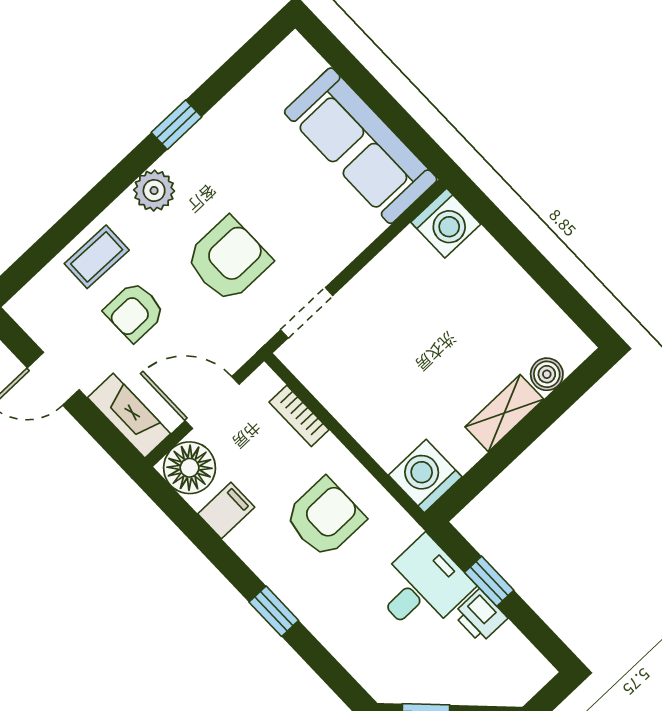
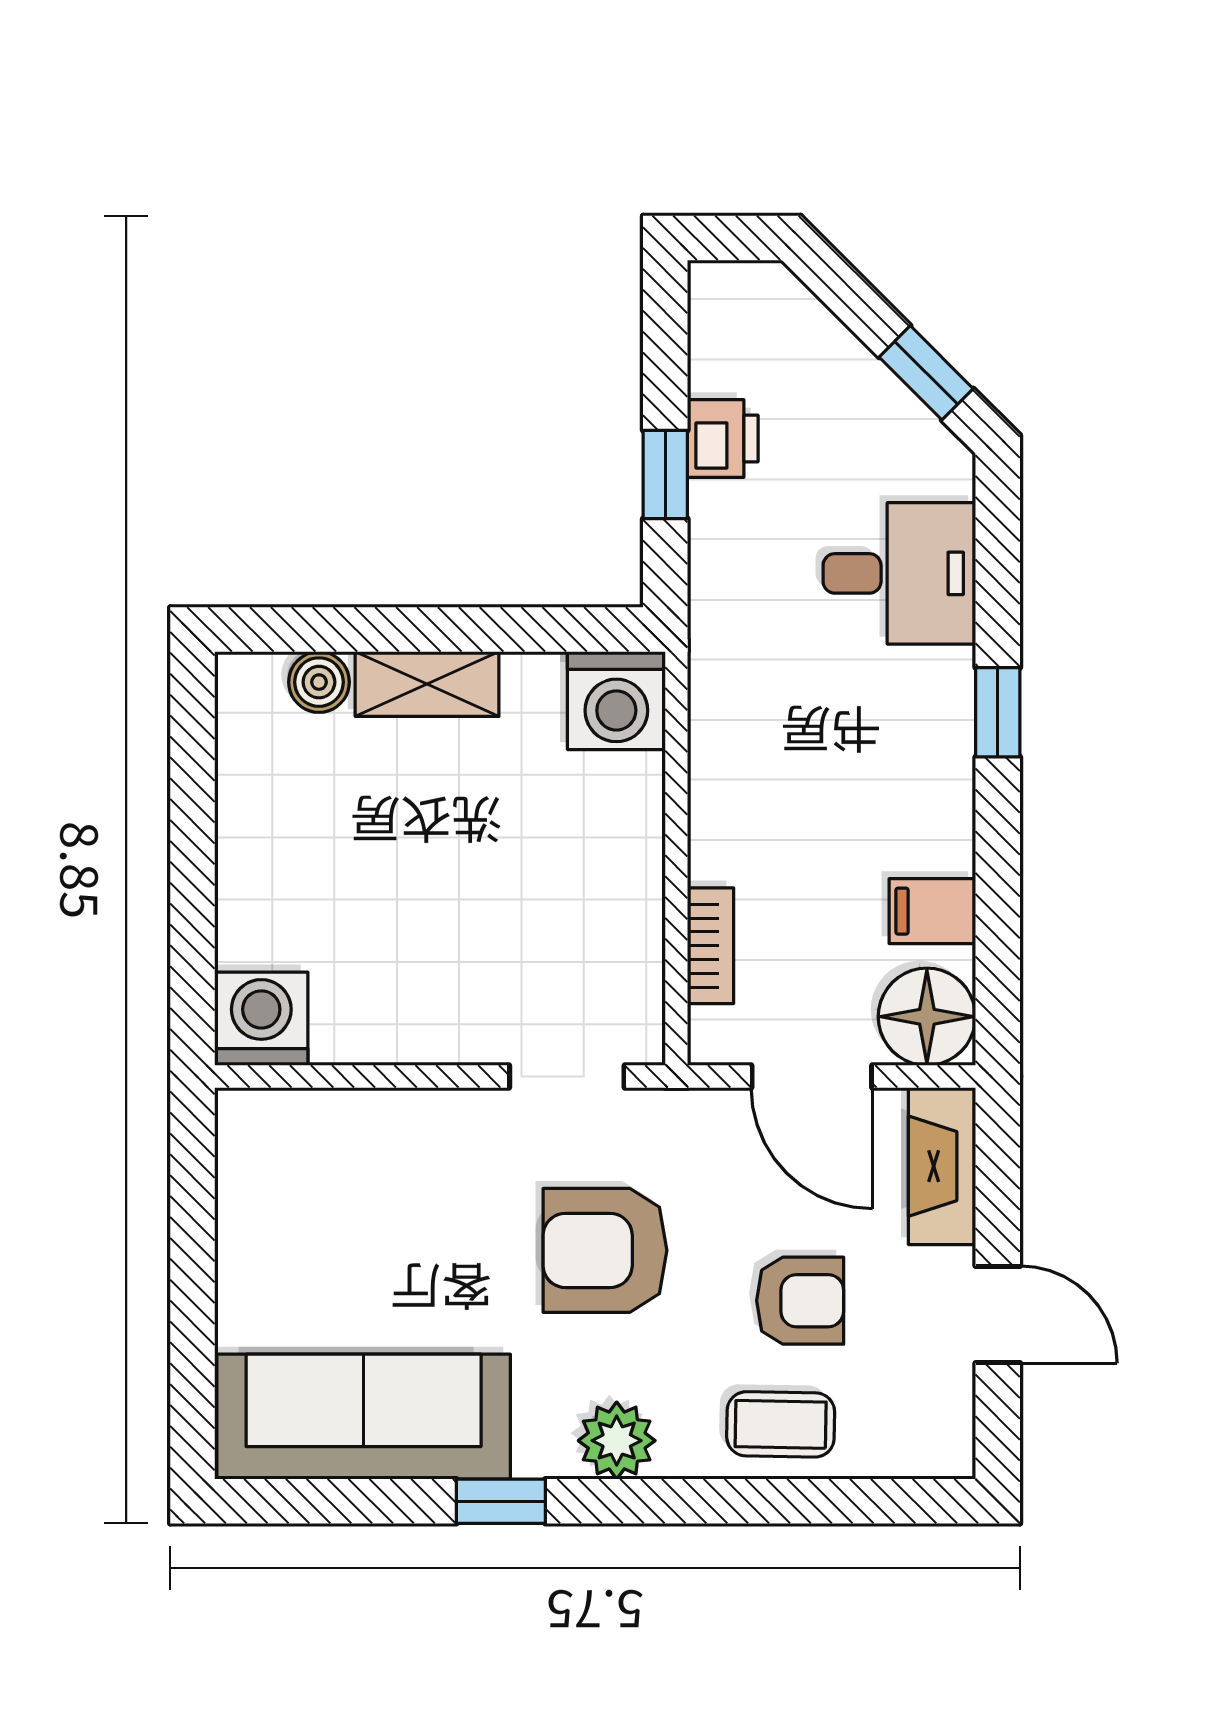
sofa: (361, 146) -> (364, 1417), moved, turned -90
armchair: (325, 518) -> (807, 774), removed
desk: (422, 587) -> (899, 573), moved, turned 180

